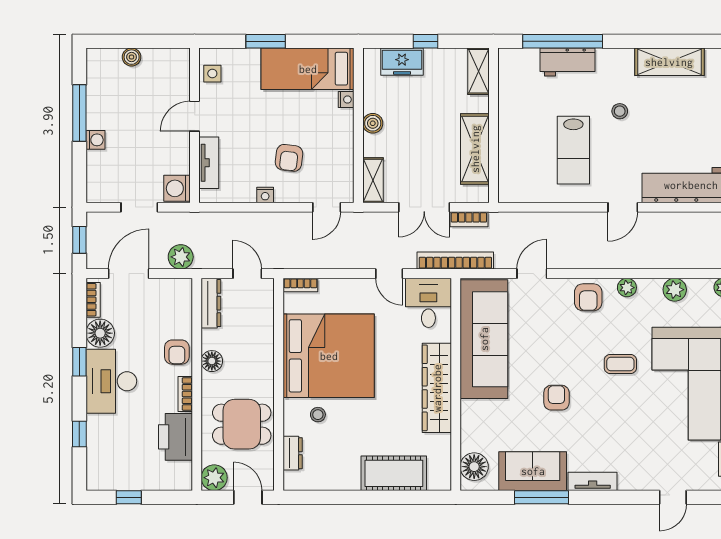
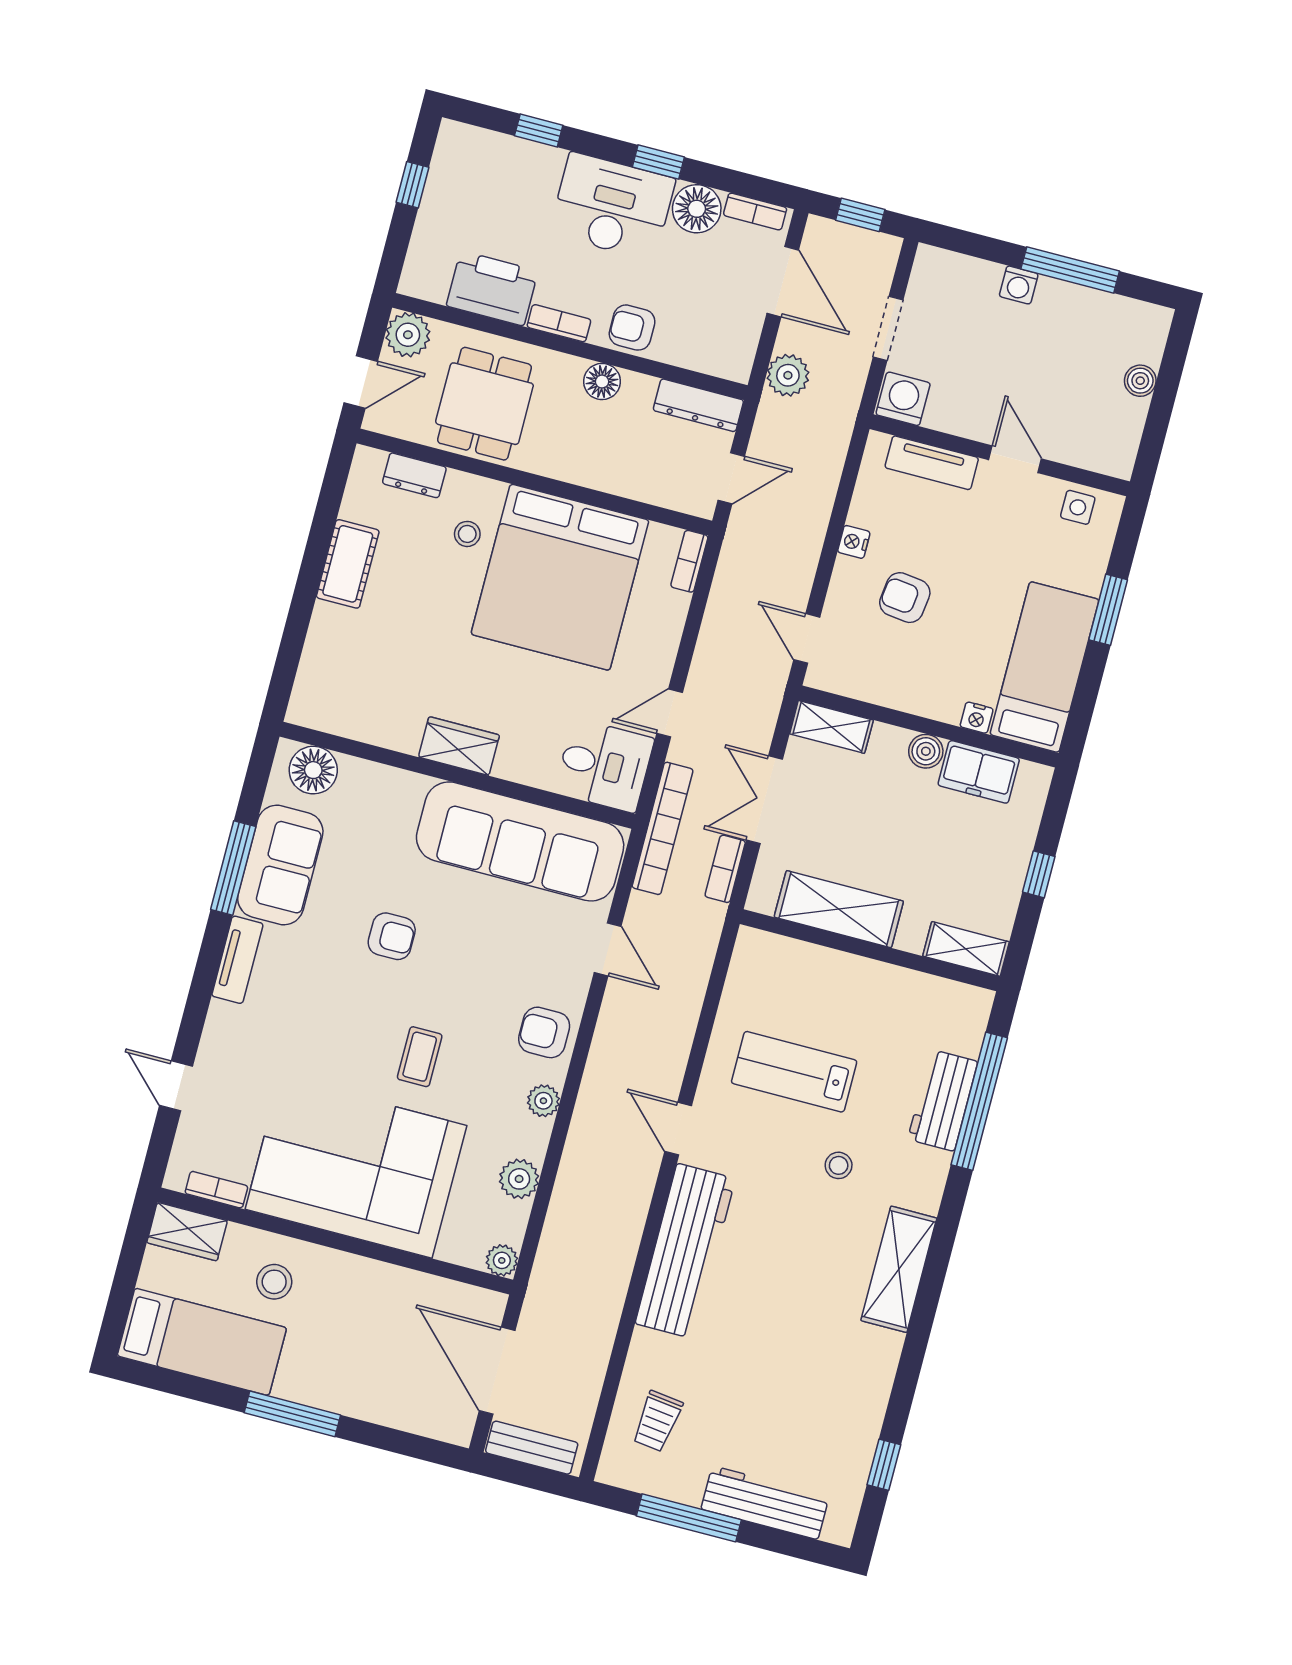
freezer: (402, 62) -> (979, 772), moved, turned -90
wardrobe: (437, 388) -> (459, 746), width x0.48, depth x0.85
cot: (394, 473) -> (348, 564), moved, width x0.73, depth x0.75

